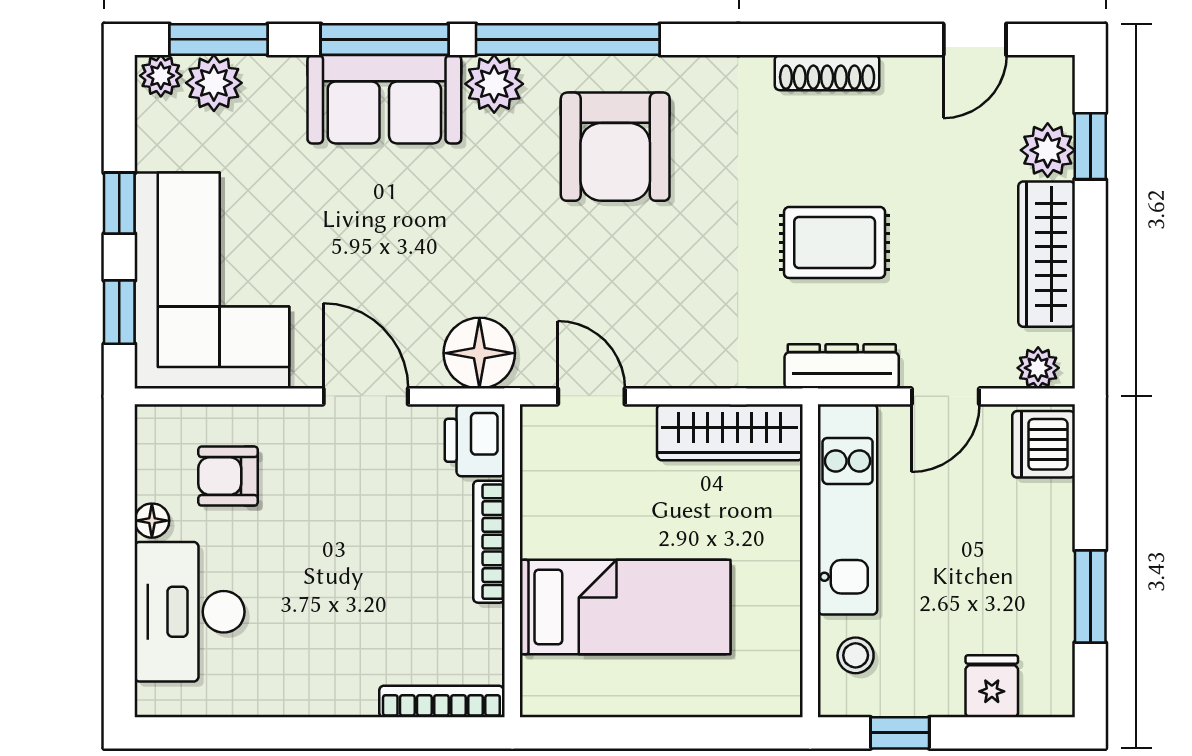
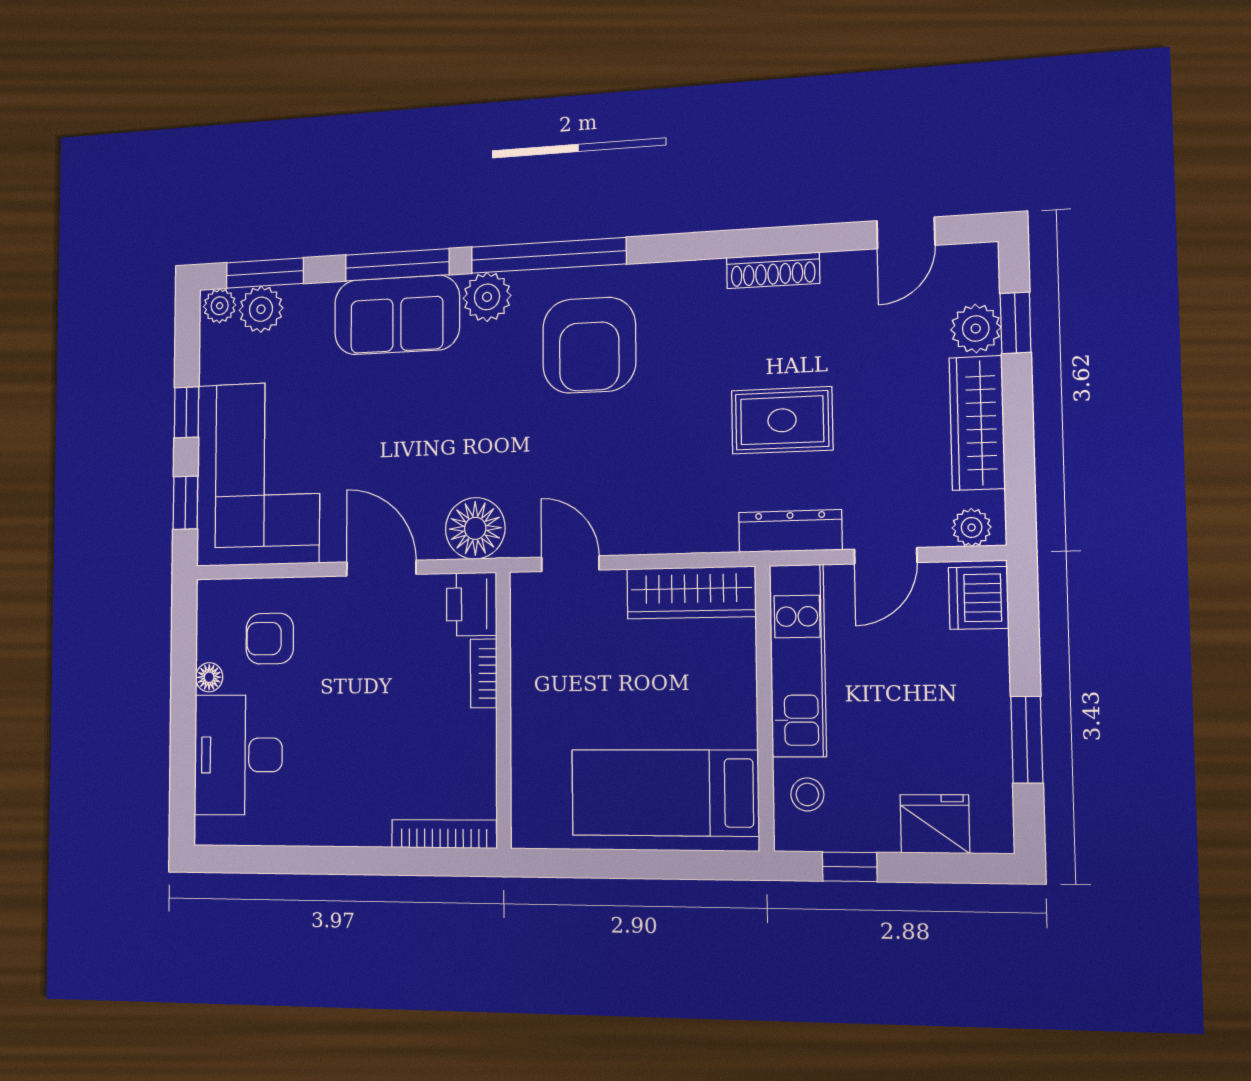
bookcase: (489, 542) -> (484, 673), width x0.64
bed: (625, 607) -> (665, 793), moved, turned 180
fridge: (992, 686) -> (935, 824), width x1.38

